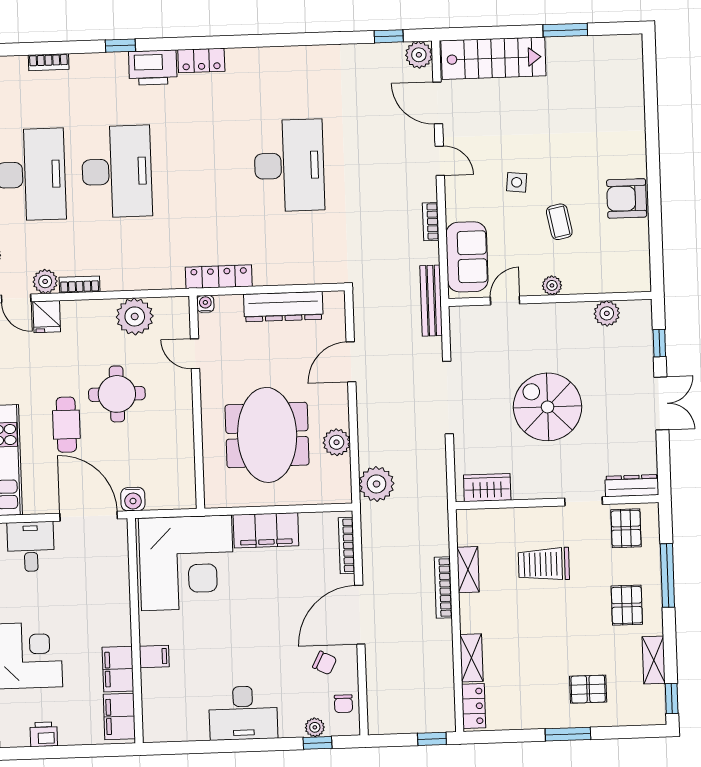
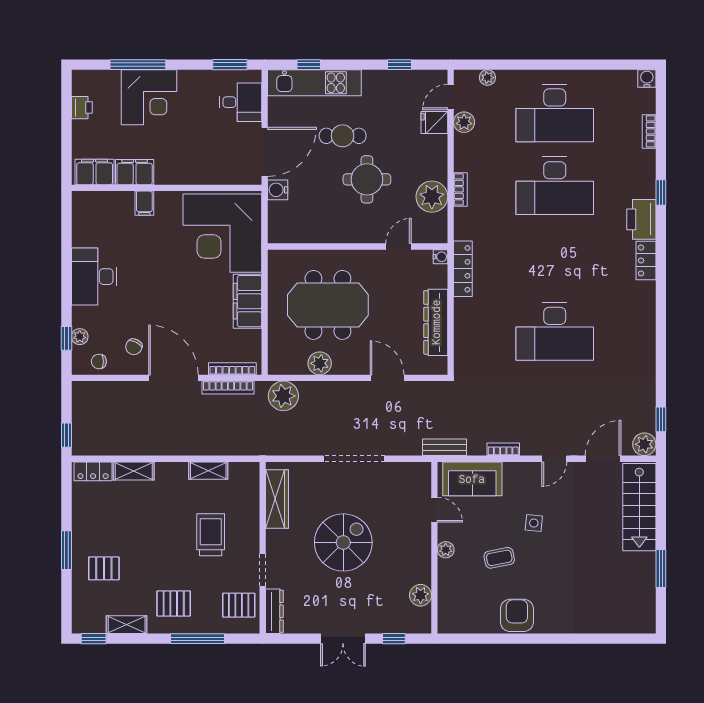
bookcase: (80, 285) -> (460, 189), moved
bench: (431, 301) -> (444, 447), width x0.73
wardrobe: (487, 488) -> (277, 499), width x1.50
bookcase: (443, 588) -> (228, 388), moved, turned 180
pallet: (588, 689) -> (104, 568), turned 90

